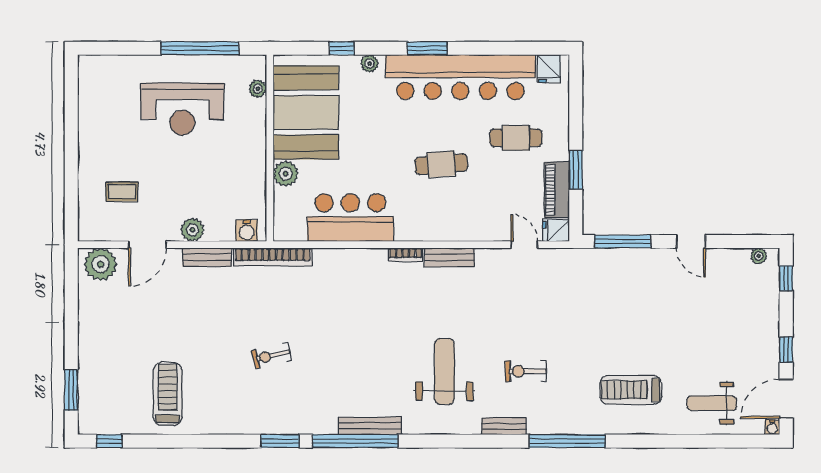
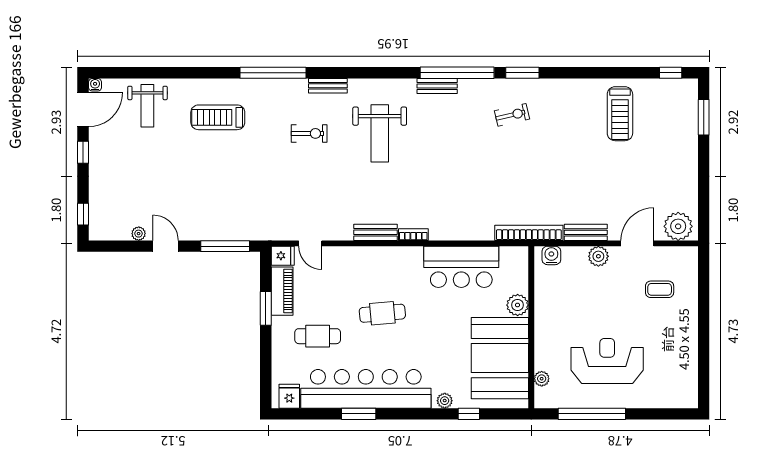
window: (427, 48) -> (359, 414), moved
plant: (759, 256) -> (139, 234), moved
exercise bike: (272, 356) -> (512, 115), moved
treadmill: (631, 390) -> (218, 117), turned 180
weight bench: (712, 403) -> (147, 106), turned 90
bench: (370, 426) -> (437, 86), width x0.73

